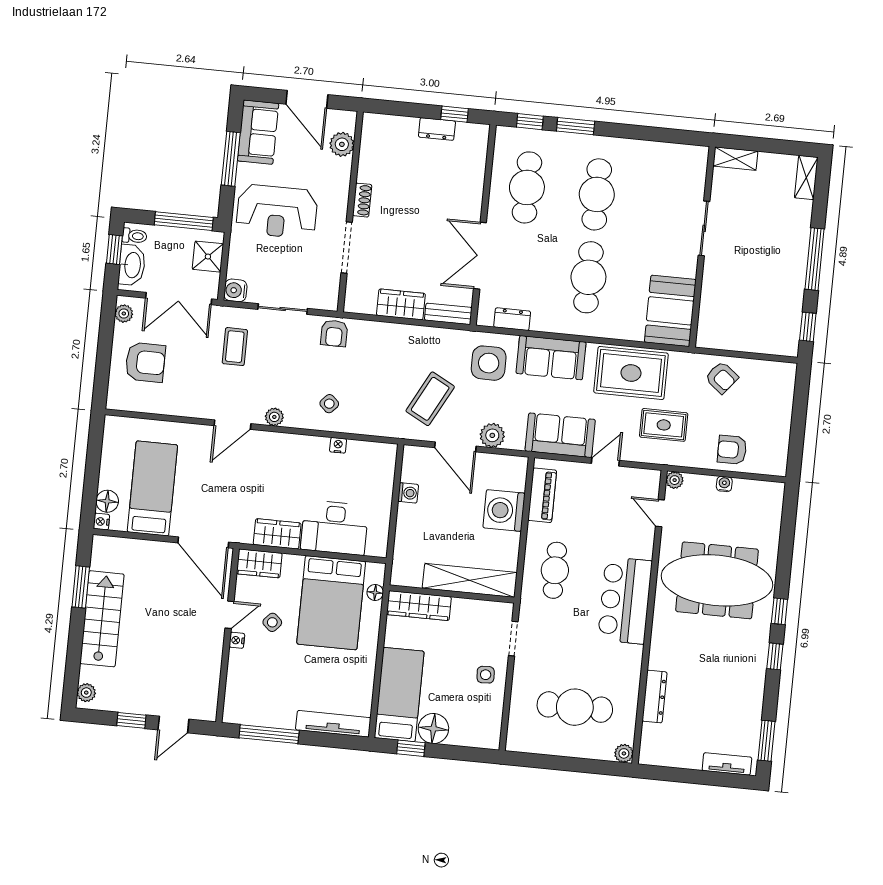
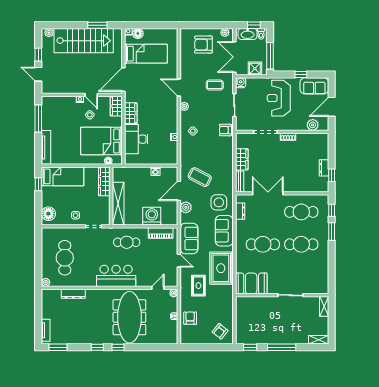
window: (231, 159) -> (301, 75), width x0.46
armchair: (145, 362) -> (203, 45), turned 90
armchair: (722, 378) -> (220, 331), moved
stairs: (102, 619) -> (84, 41), width x1.36, depth x1.51
floor lamp: (433, 729) -> (48, 214), moved

